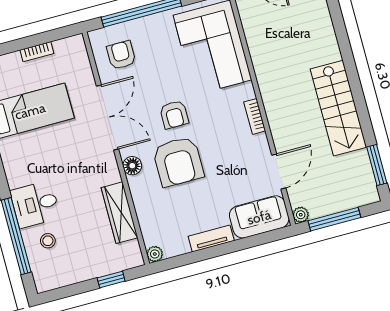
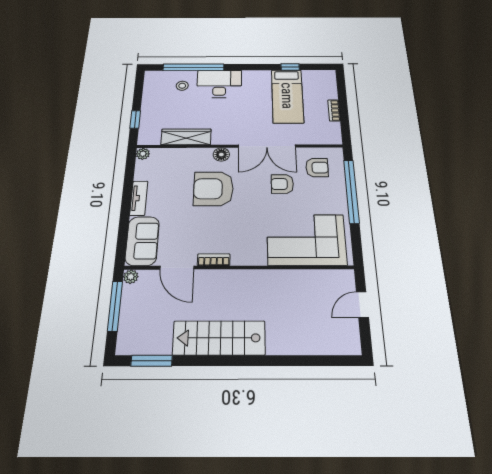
armchair: (174, 115) -> (282, 184), moved
bookcase: (255, 116) -> (214, 260), moved
desk: (35, 204) -> (219, 84), width x1.37

